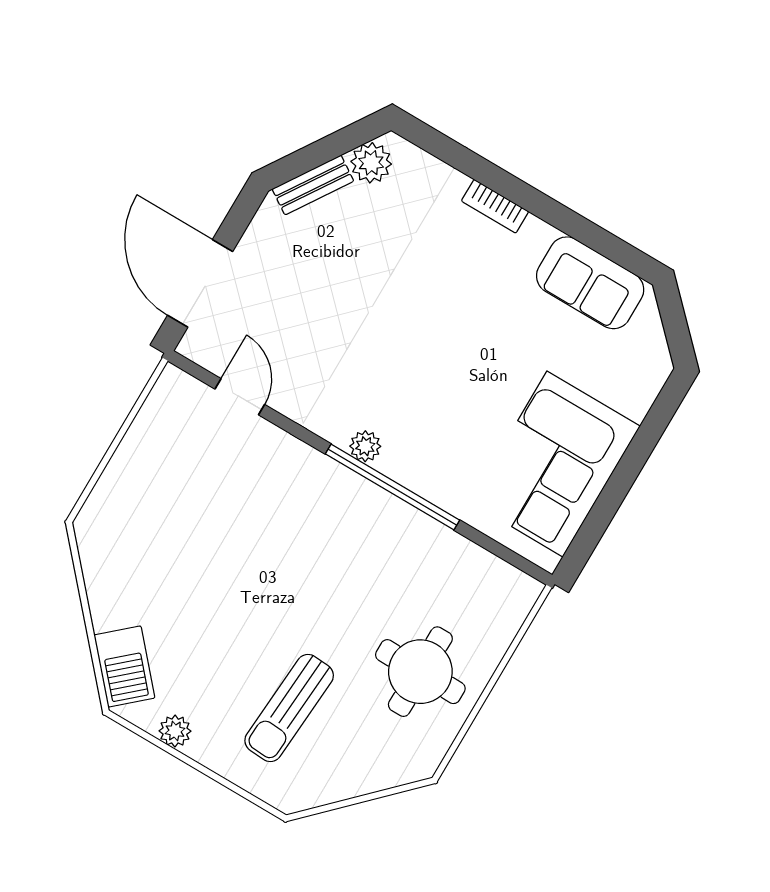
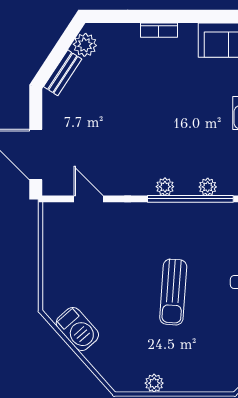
plant: (429, 484) -> (208, 187), added
barbecue: (124, 666) -> (77, 329), moved
sun lounger: (289, 708) -> (173, 292), moved

